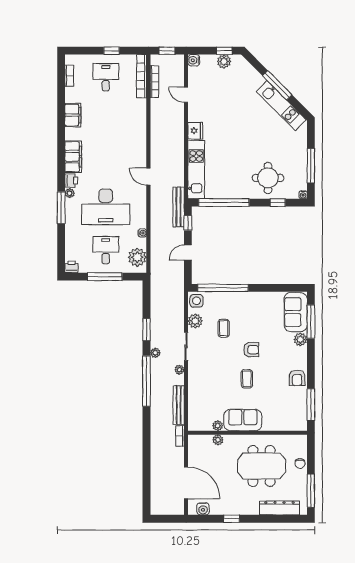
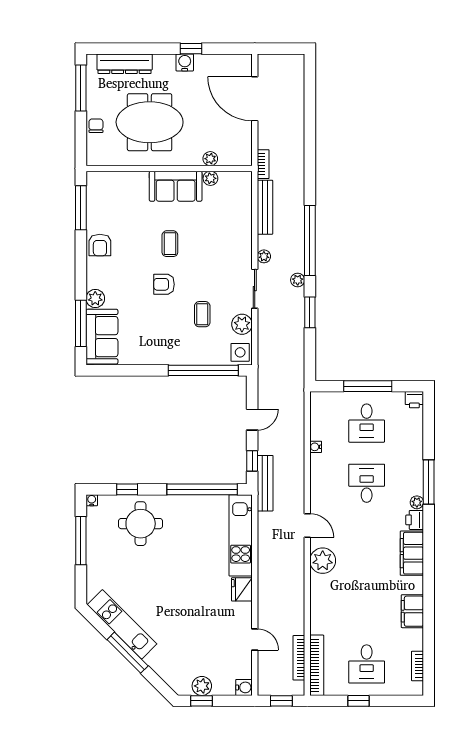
desk: (106, 207) -> (367, 483), width x0.53, depth x0.77
plant: (137, 257) -> (323, 561), moved
armchair: (297, 378) -> (100, 245), turned 180
water cooler: (203, 509) -> (185, 62), moved

